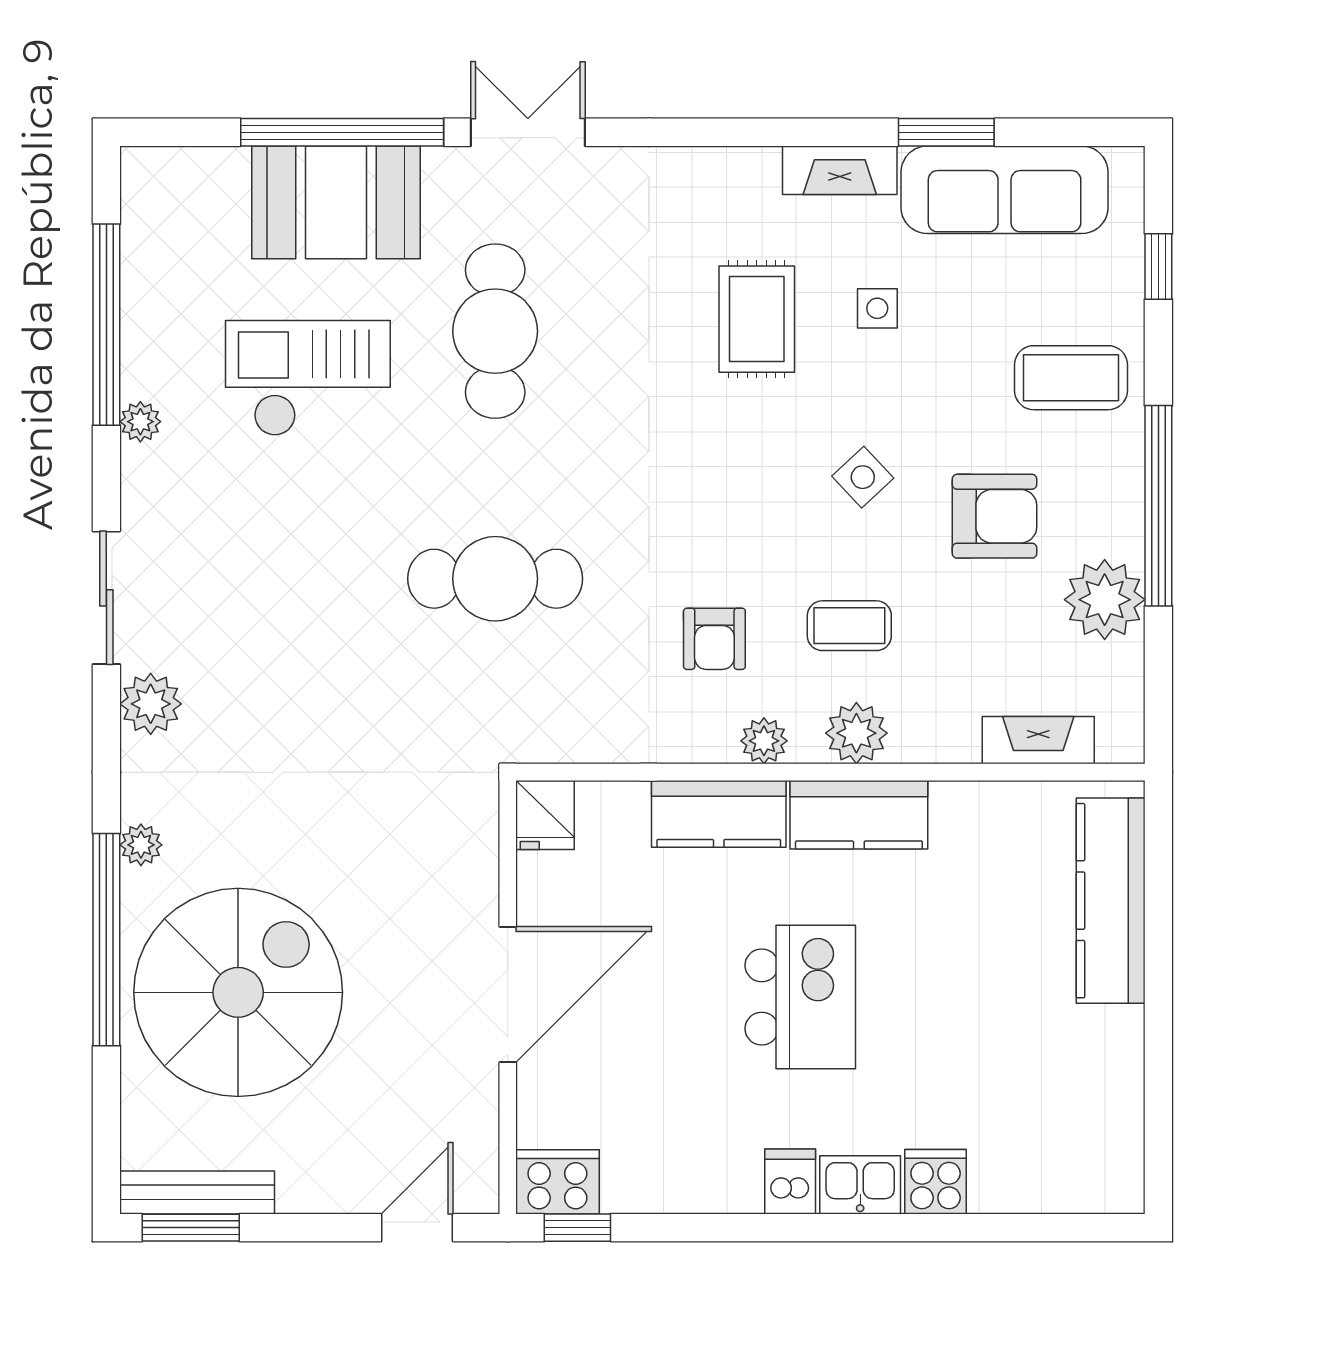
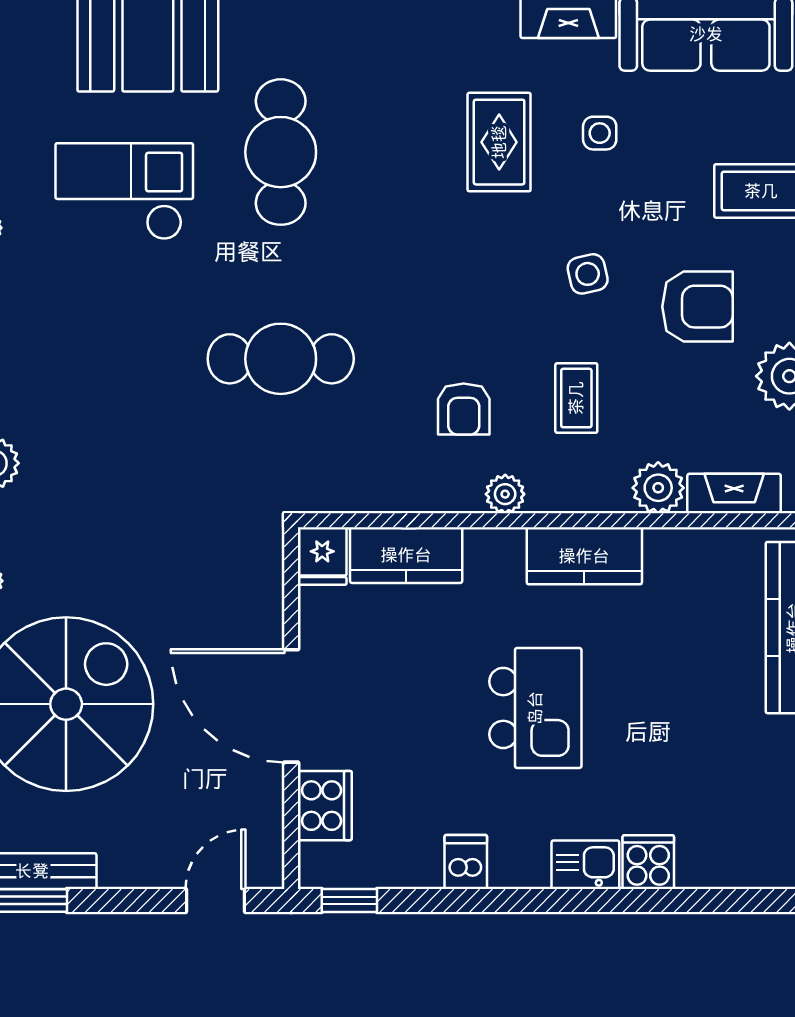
side table: (863, 477) -> (588, 274), turned 30
coffee table: (849, 626) -> (576, 398), turned 90
plant: (856, 733) -> (658, 488), moved
kitchen counter: (719, 814) -> (406, 555), moved
door: (508, 994) -> (291, 706), swing flipped
dishwasher: (790, 1181) -> (466, 862), moved
cooker: (557, 1182) -> (325, 806), moved, turned 90

